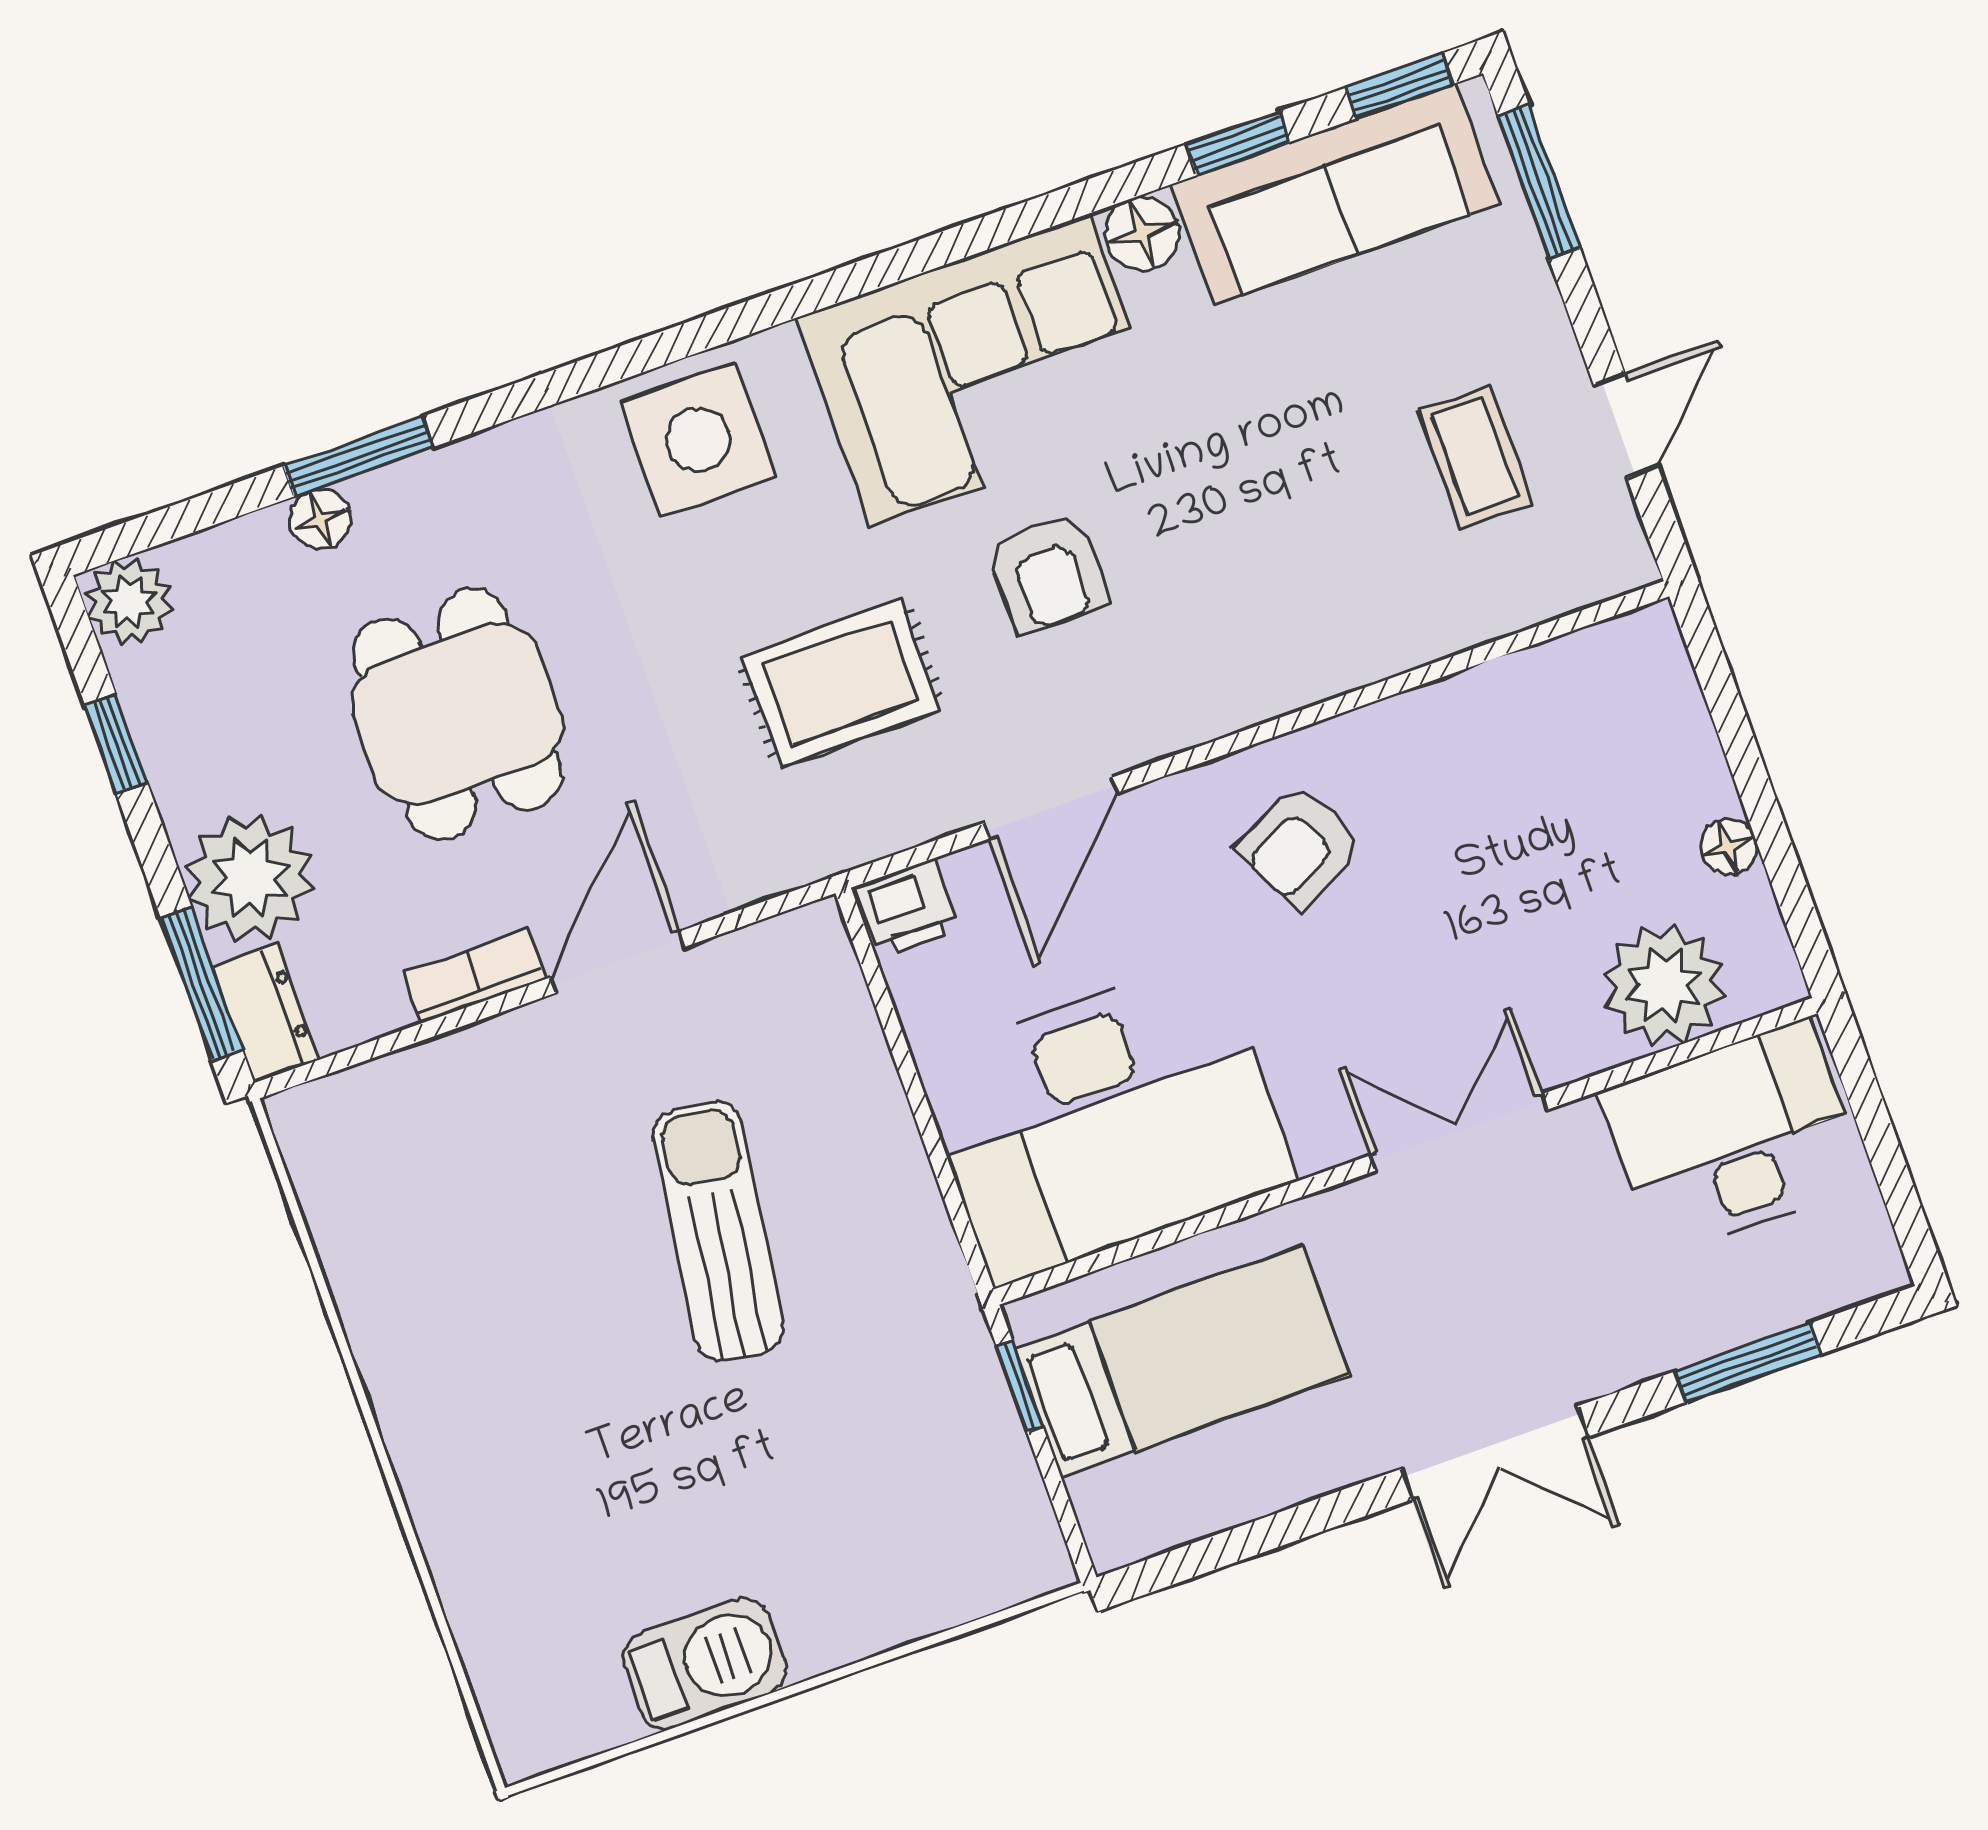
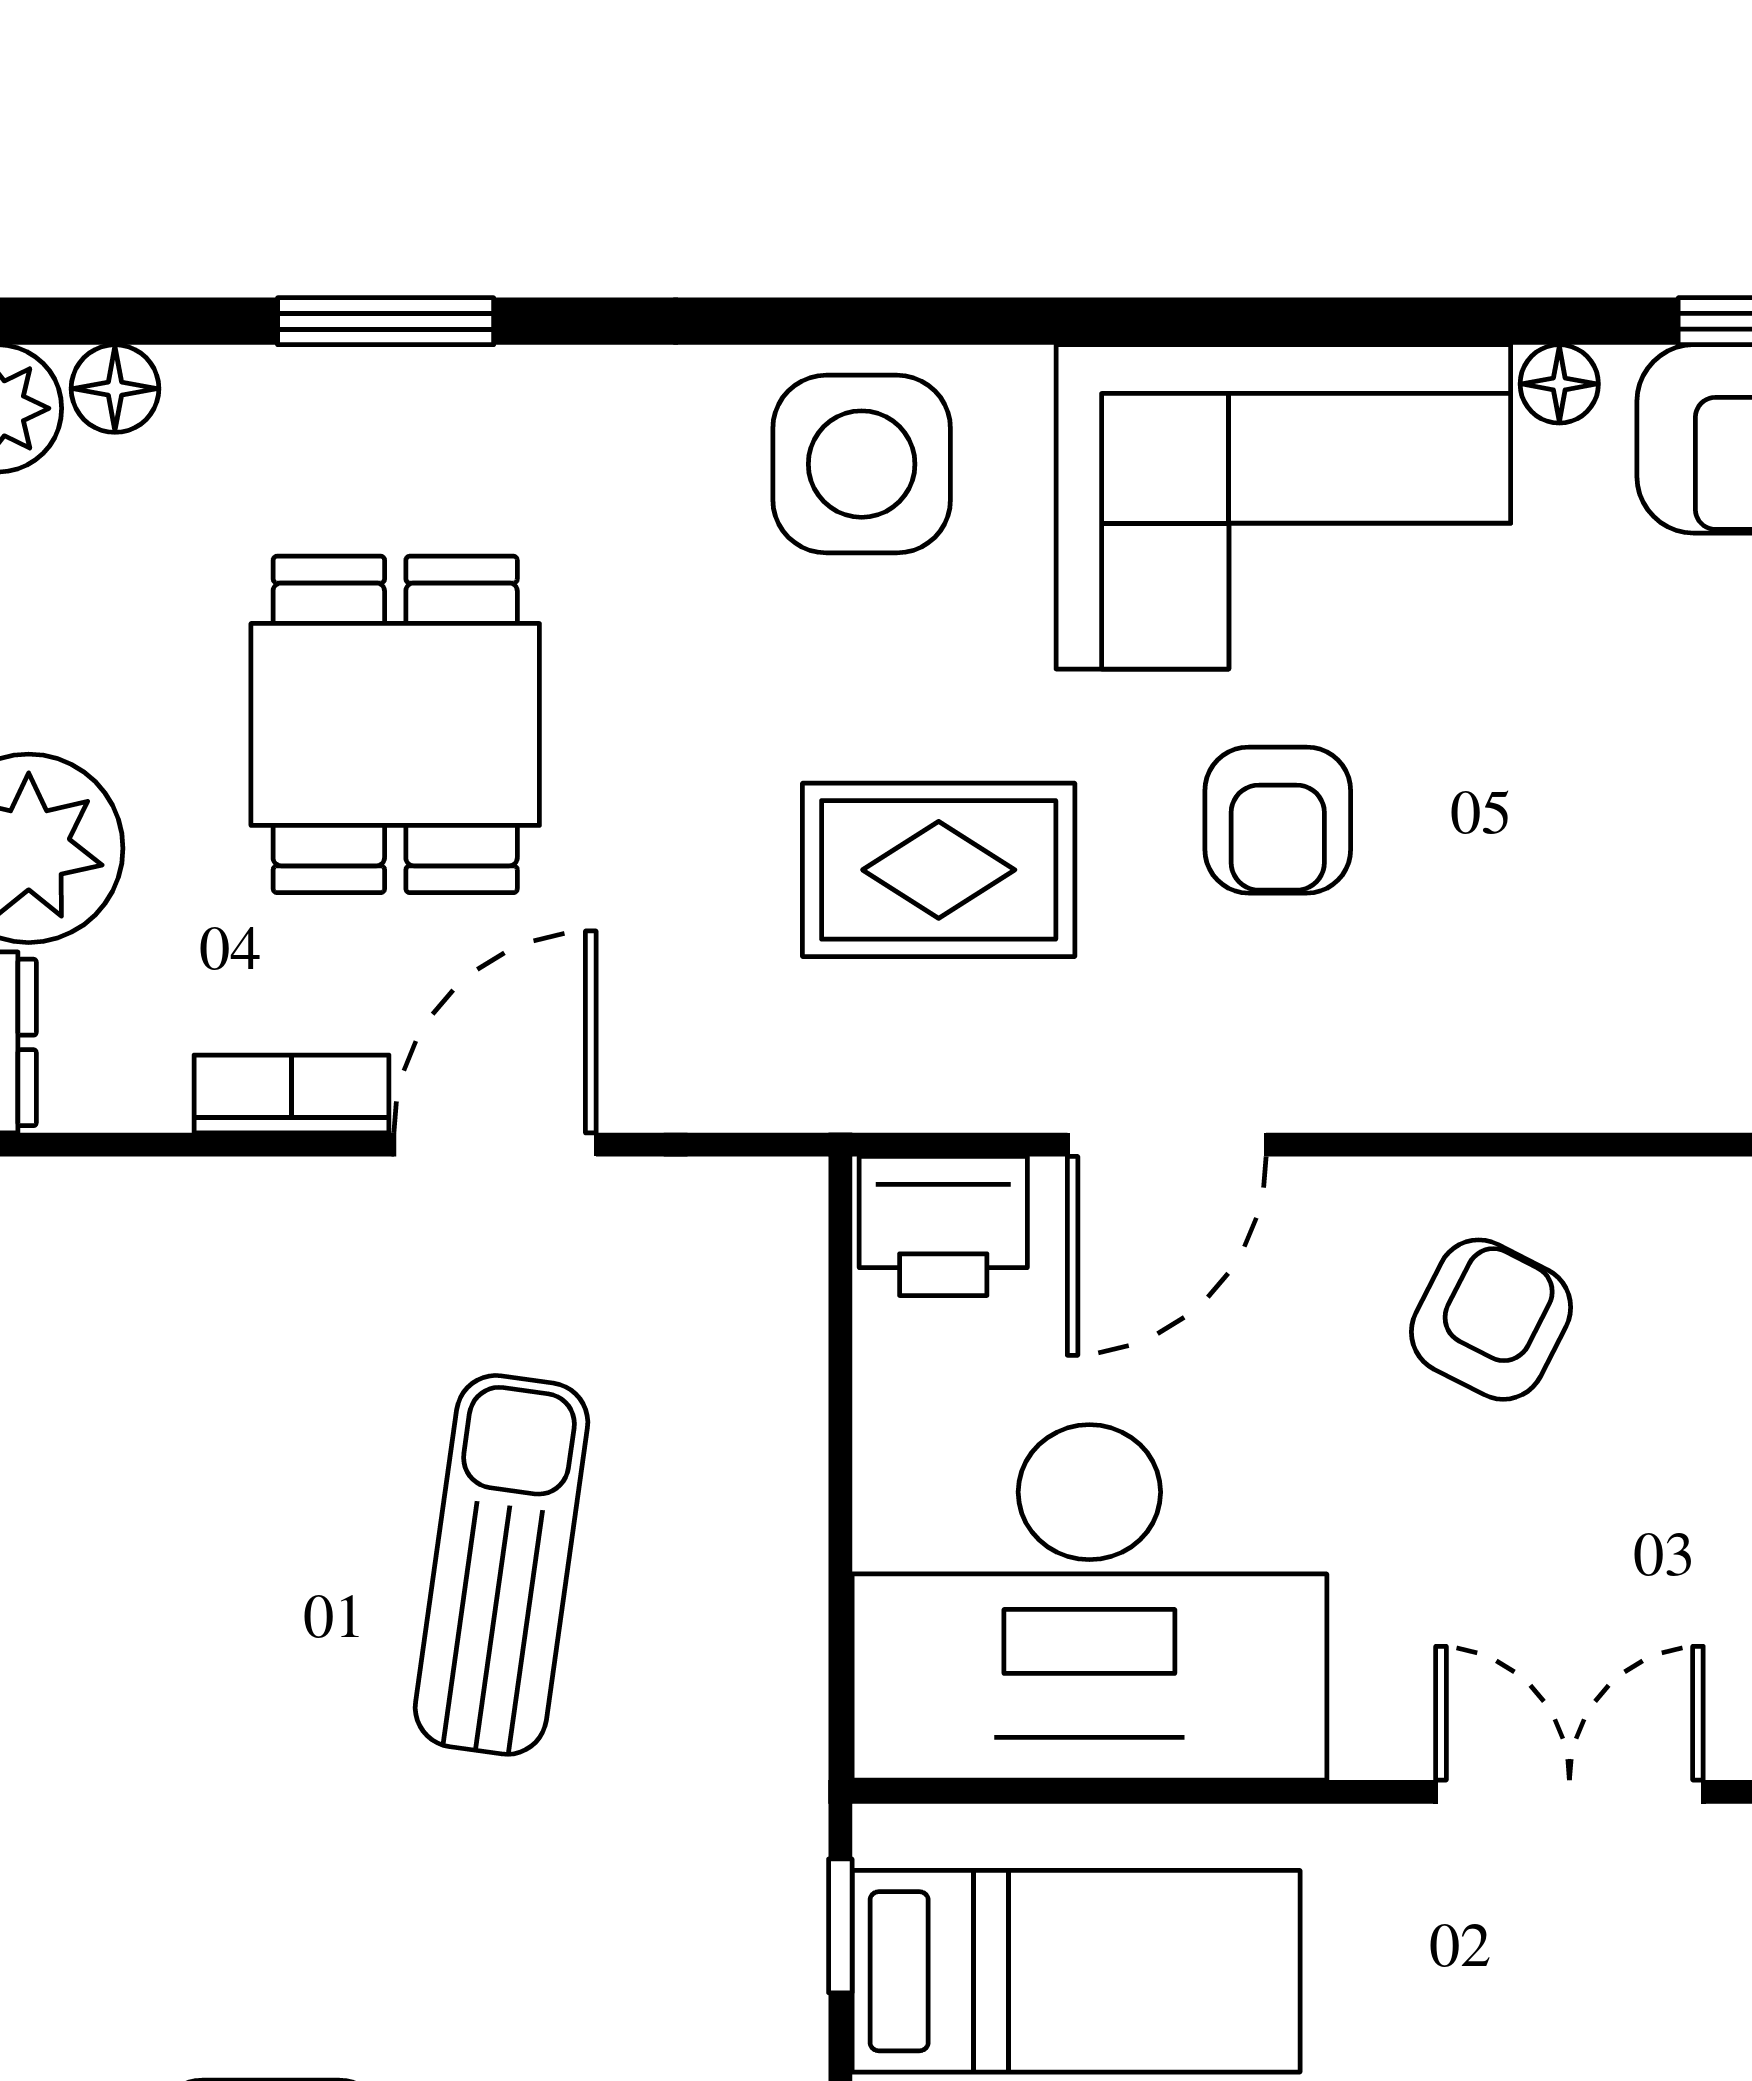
floor lamp: (1142, 234) -> (1559, 384), width x0.73, depth x0.73
floor lamp: (320, 519) -> (115, 389), moved
armchair: (1300, 846) -> (1491, 1320), turned 144
printer: (908, 908) -> (943, 1226), width x1.36, depth x1.24

